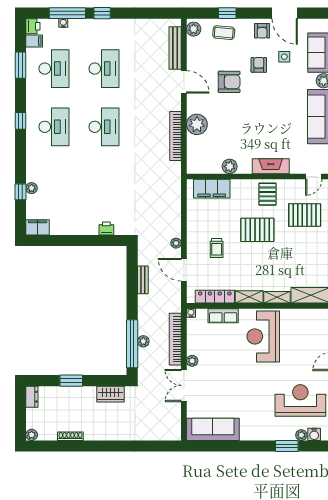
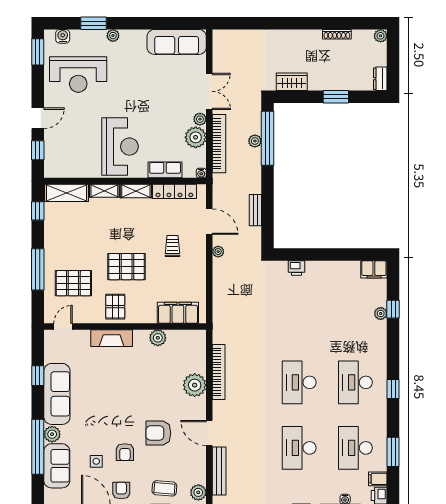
plant: (196, 345) -> (196, 137), added
plant: (301, 435) -> (113, 36), moved

